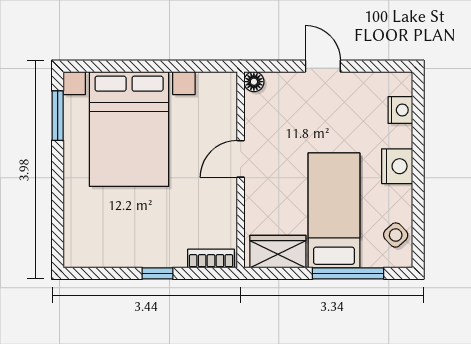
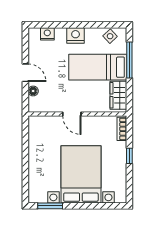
door: (323, 66) -> (25, 73), swing flipped
floor lamp: (254, 82) -> (33, 91), moved
bed with nightstands: (129, 129) -> (81, 174), moved, turned -90

